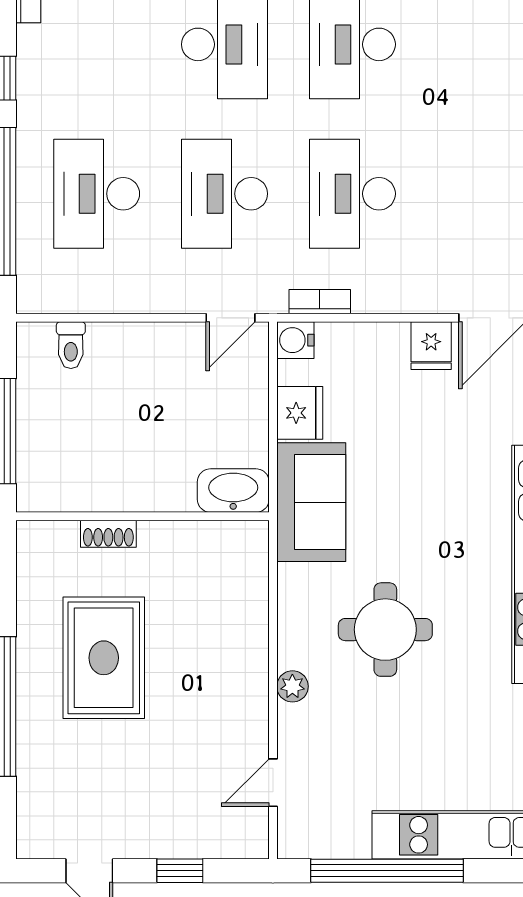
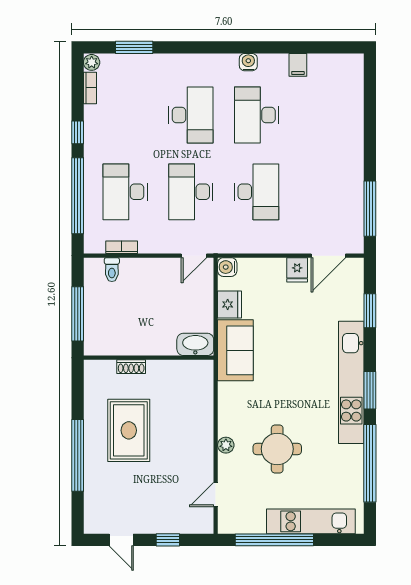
desk: (352, 194) -> (257, 192), turned 180
bookcase: (320, 302) -> (122, 247), moved
round table: (385, 630) -> (277, 449), moved

